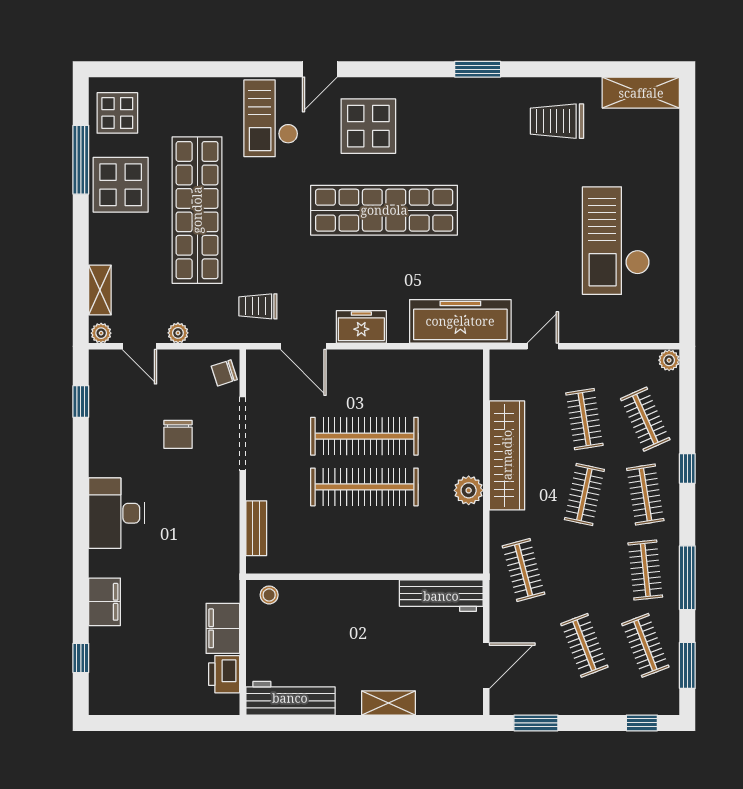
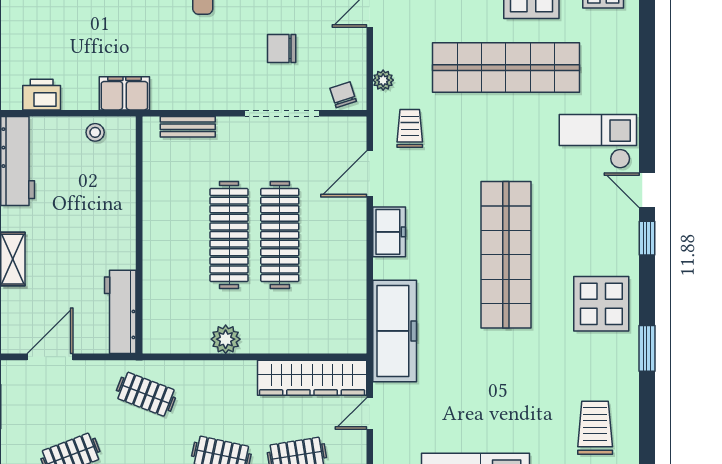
window: (368, 69) -> (647, 238), added
display table: (368, 126) -> (601, 304), moved
plant: (178, 333) -> (383, 80), moved
door: (543, 346) -> (370, 414), swing flipped
wardrobe: (507, 455) -> (312, 378), moved
clothes rail: (524, 570) -> (146, 394), turned 36
stool: (269, 595) -> (95, 132), moved
filing cabinet: (223, 628) -> (124, 93), moved
door: (486, 666) -> (50, 357), swing flipped

